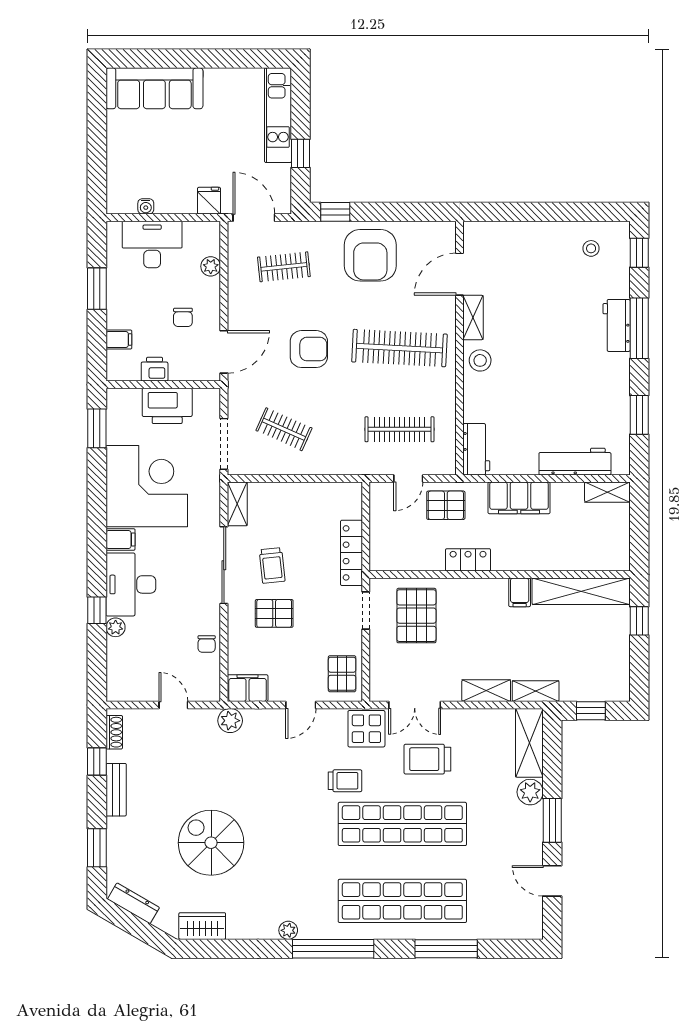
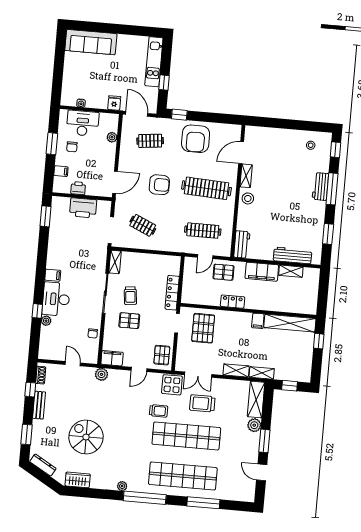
chair: (183, 317) -> (72, 147), moved
corner desk: (147, 486) -> (69, 249), removed
shelving: (607, 492) -> (291, 271), moved

